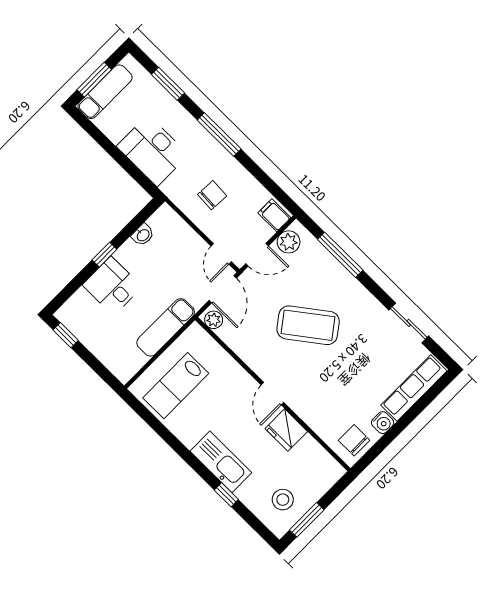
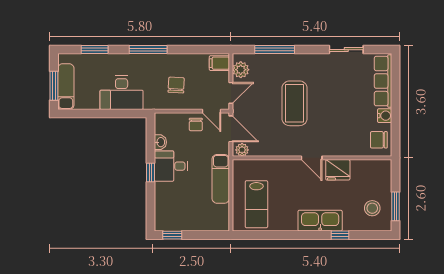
chair: (193, 252) -> (196, 124), added
desk: (112, 286) -> (171, 166), moved
coffee table: (308, 325) -> (295, 103), turned -53

